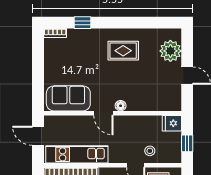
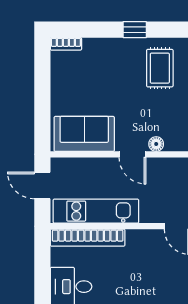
window: (83, 23) -> (135, 30), moved
rug: (123, 51) -> (160, 68), turned 90

